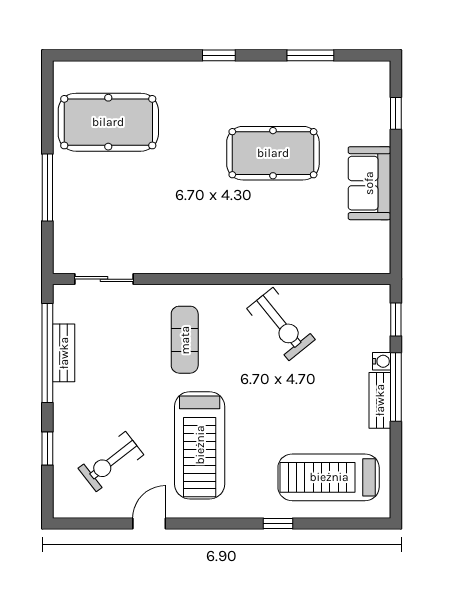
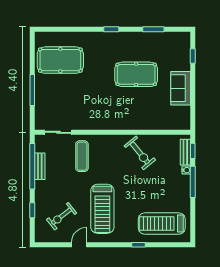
exercise mat: (185, 340) -> (82, 156), moved
bench: (380, 400) -> (185, 152), moved

